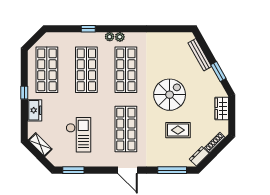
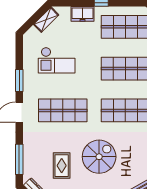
spiral stairs: (170, 95) -> (99, 157), turned -90
window: (73, 170) -> (19, 81), moved

